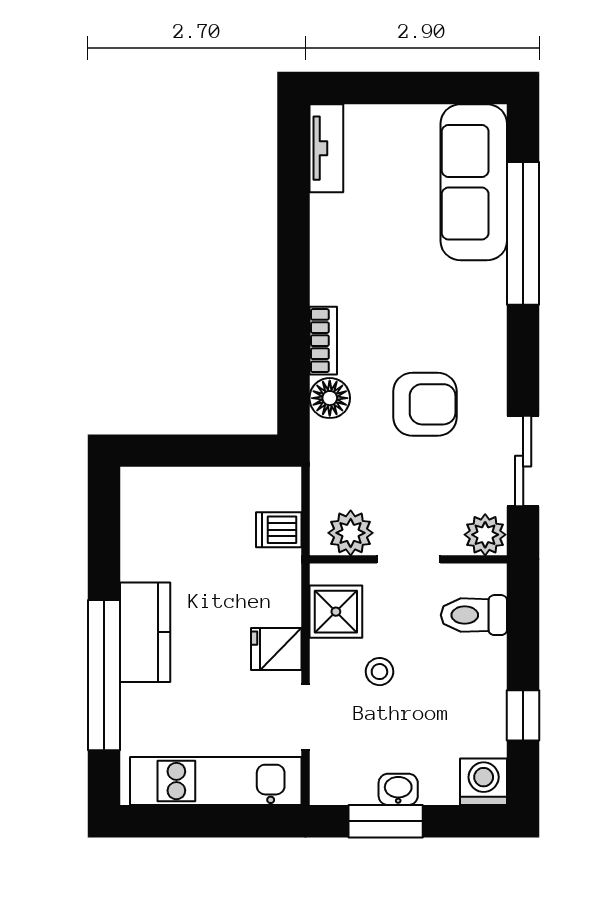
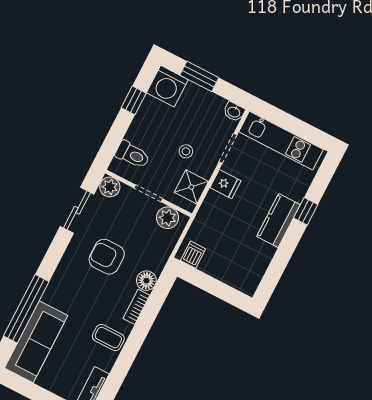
coffee table: (346, 258) -> (108, 337), added
dishwasher: (279, 530) -> (193, 255), moved, turned -90
window: (104, 675) -> (306, 211), width x0.32
washing machine: (484, 782) -> (167, 86), width x1.37, depth x1.37
washbasin: (398, 789) -> (234, 112), moved
window: (386, 821) -> (199, 76), moved

